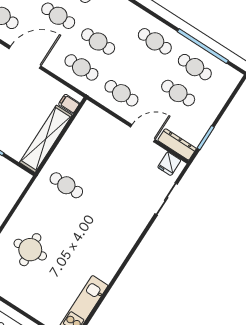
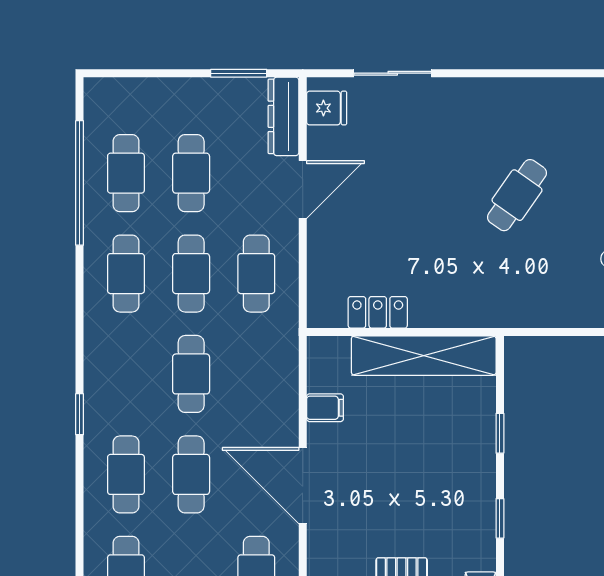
cafe table: (81, 67) -> (191, 274), moved
filing cabinet: (69, 104) -> (325, 408), moved, turned -90
locker: (75, 132) -> (378, 312), added
door: (143, 133) -> (303, 190), swing flipped
cafe table: (66, 185) -> (517, 195), moved, turned 35

